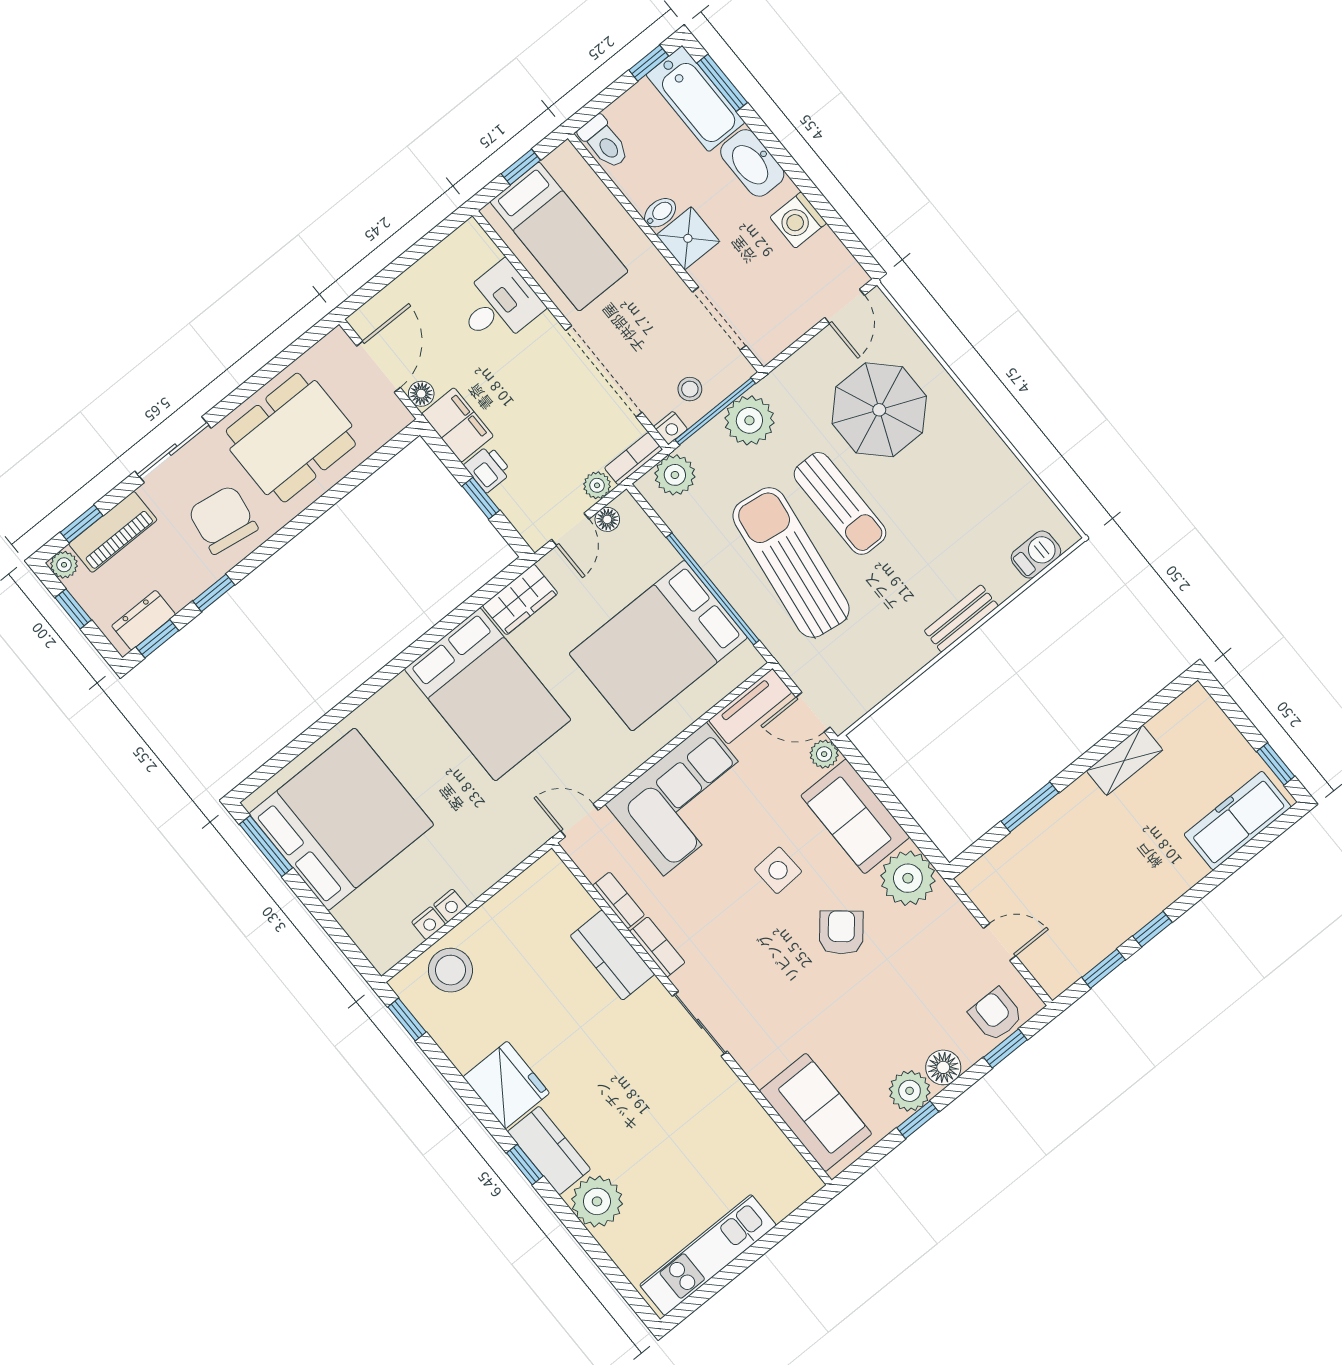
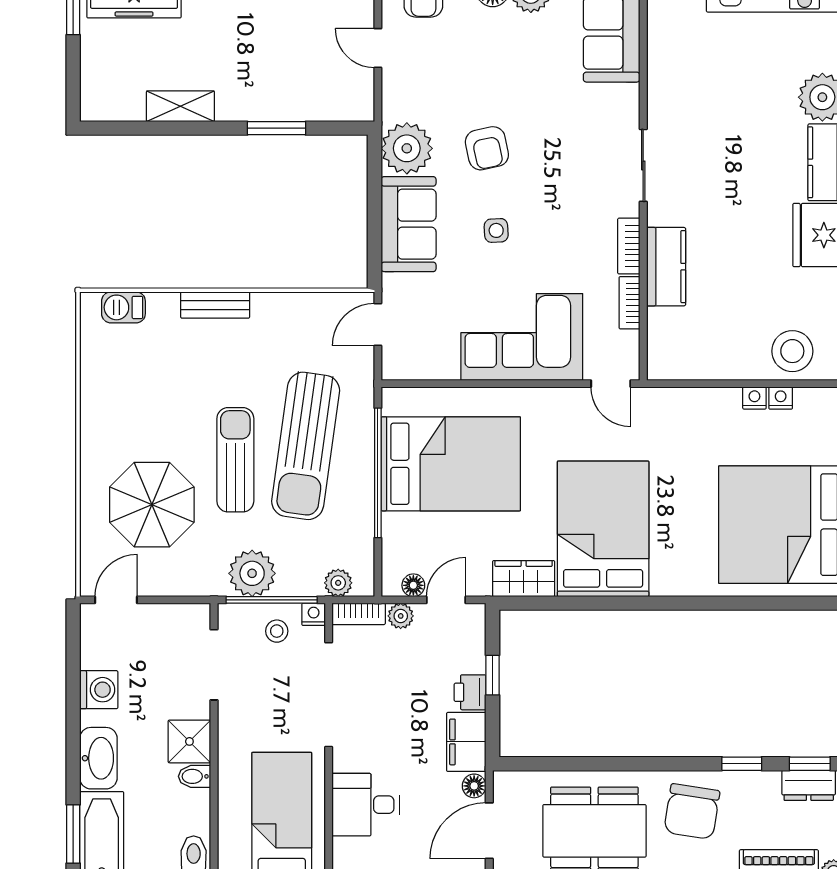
plant: (675, 475) -> (338, 583), width x0.73, depth x0.73
tv unit: (750, 706) -> (420, 366), removed
door: (813, 712) -> (378, 324), swing flipped
plant: (824, 754) -> (394, 288), removed
side table: (778, 870) -> (496, 230), width x0.73, depth x0.73
armchair: (841, 932) -> (487, 148), turned -52

